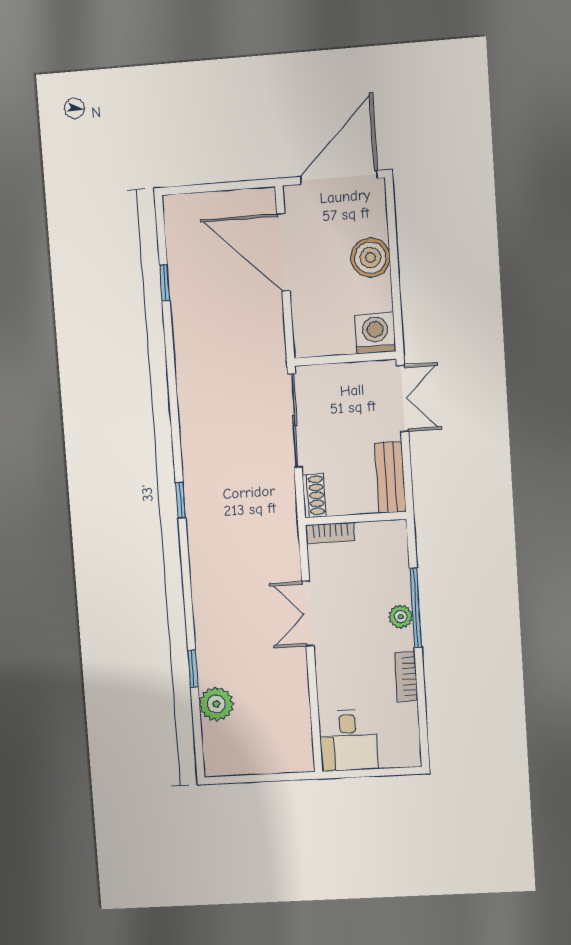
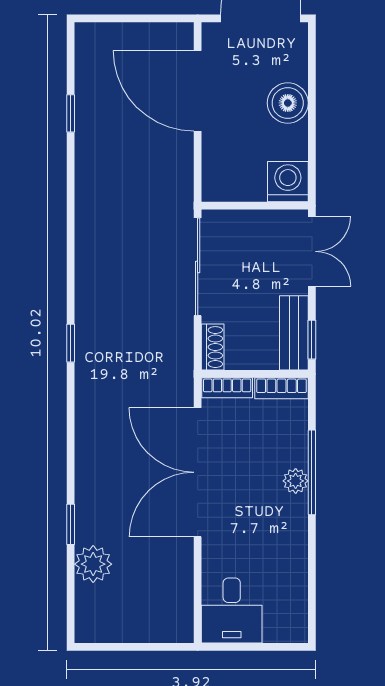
window: (408, 483) -> (312, 340), added
double door: (308, 614) -> (198, 472), width x1.87
bookcase: (406, 677) -> (282, 388), moved, turned -90

